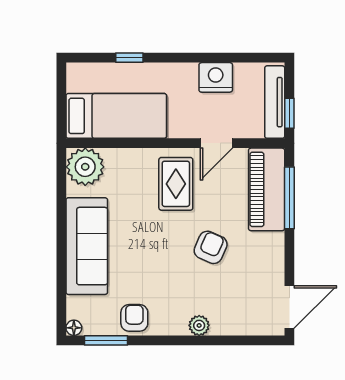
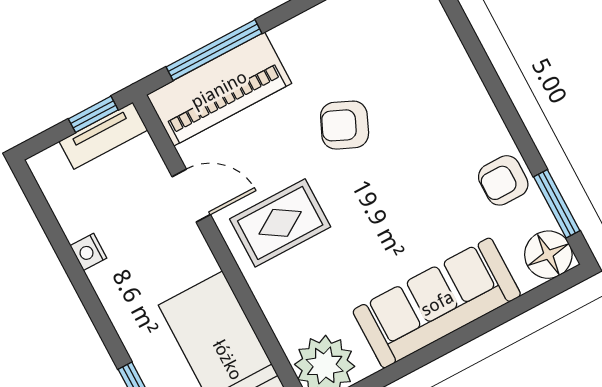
nightstand: (216, 77) -> (88, 252), width x0.53, depth x0.56
tv unit: (275, 102) -> (103, 136), width x0.71
plant: (199, 325) -> (465, 82), removed
floor lamp: (74, 328) -> (548, 255), width x1.89, depth x1.89

